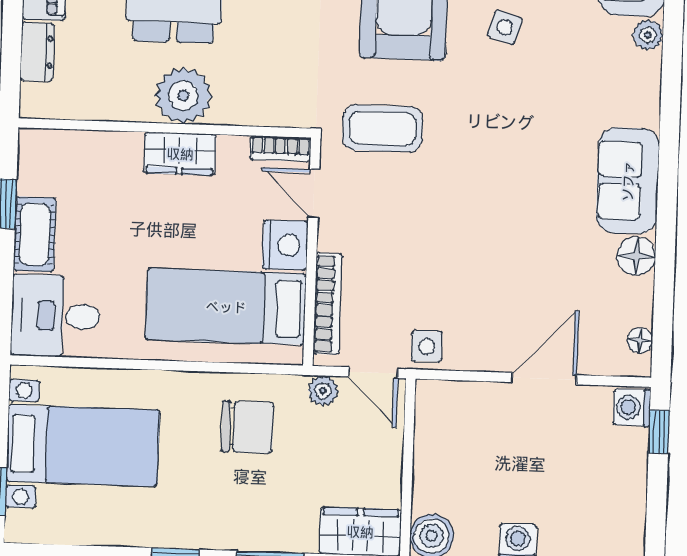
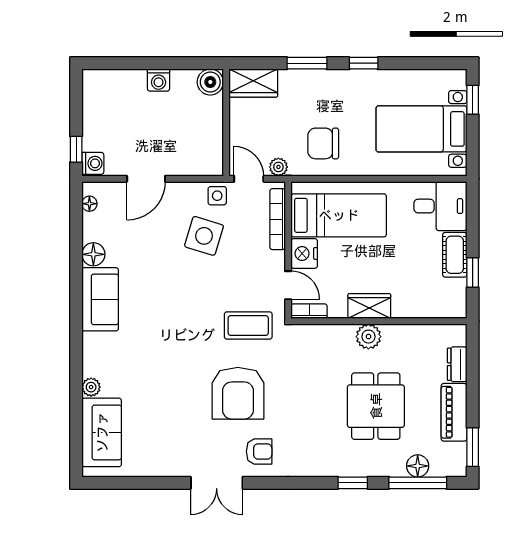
side table: (505, 27) -> (204, 236), moved, width x1.87, depth x1.87
plant: (183, 95) -> (368, 337), width x0.73, depth x0.73

